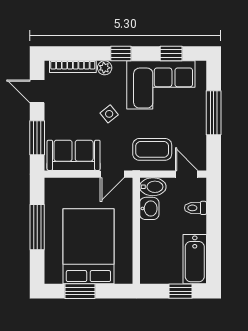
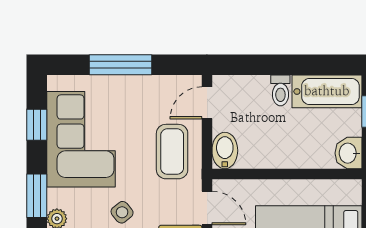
window: (121, 53) -> (37, 196), width x1.50
washbasin: (149, 208) -> (348, 153), moved, turned -90
toilet: (195, 208) -> (280, 90), moved

